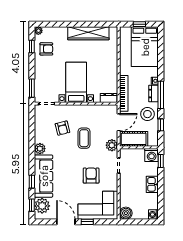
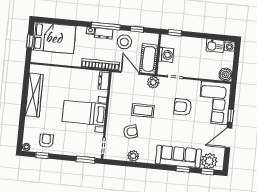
plant: (40, 149) -> (133, 156), moved
washing machine: (152, 155) -> (166, 55), moved
kitchen sink: (152, 184) -> (215, 46), moved

